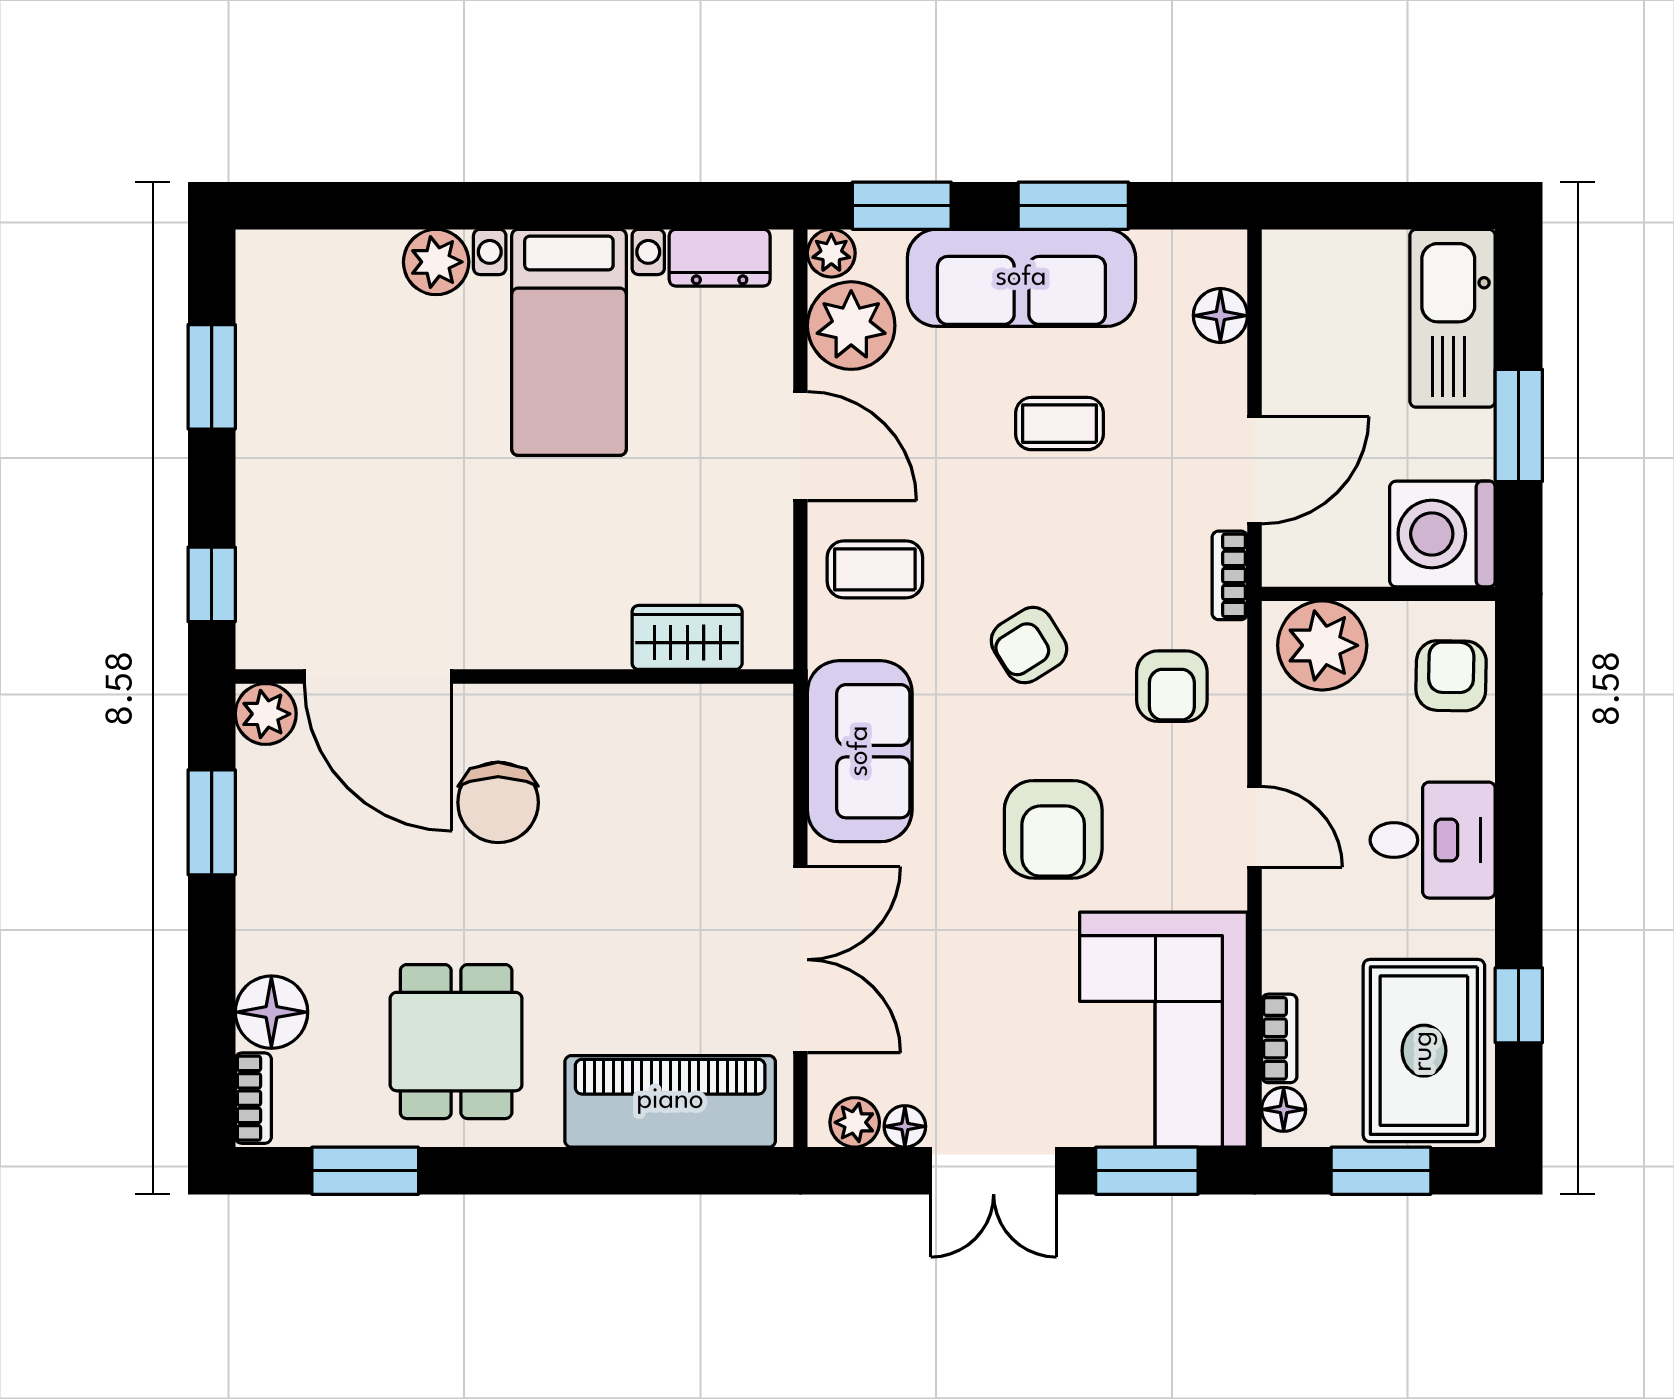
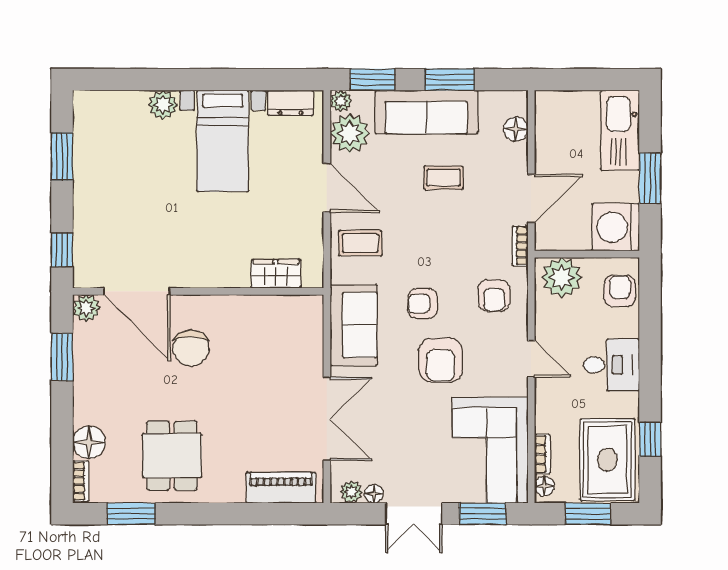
armchair: (1029, 645) -> (423, 304), moved, turned 32
piano: (670, 1101) -> (281, 488), width x0.73, depth x0.75

